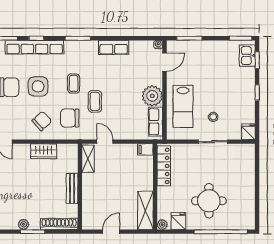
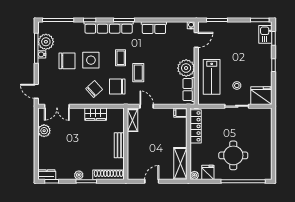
row of seats: (35, 47) -> (109, 27), moved
fridge: (249, 132) -> (261, 96), width x1.88, depth x1.34

